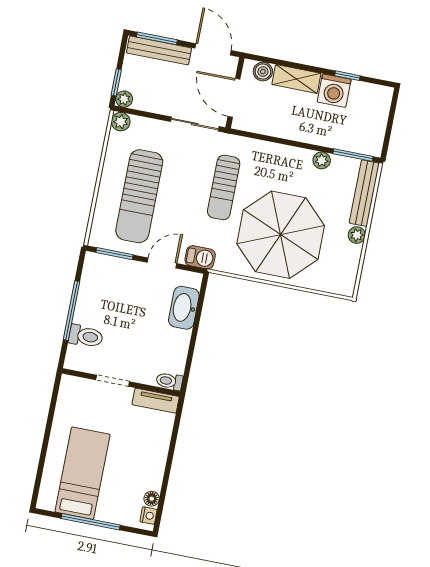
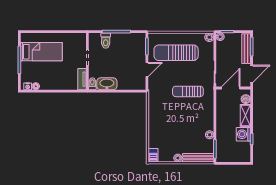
parasol: (281, 235) -> (171, 122), removed
barbecue: (200, 257) -> (153, 155), moved
door: (162, 263) -> (147, 70), hinge flipped
washbasin: (184, 308) -> (107, 84), moved

